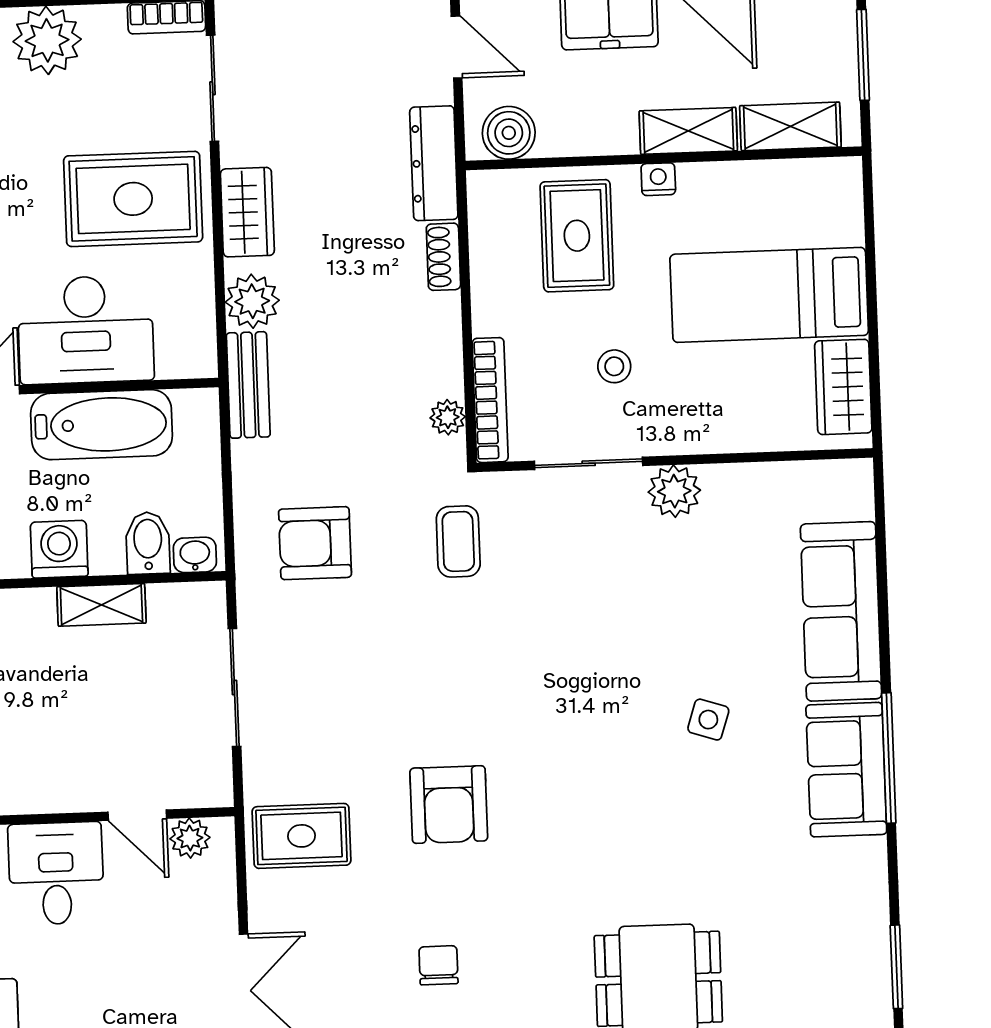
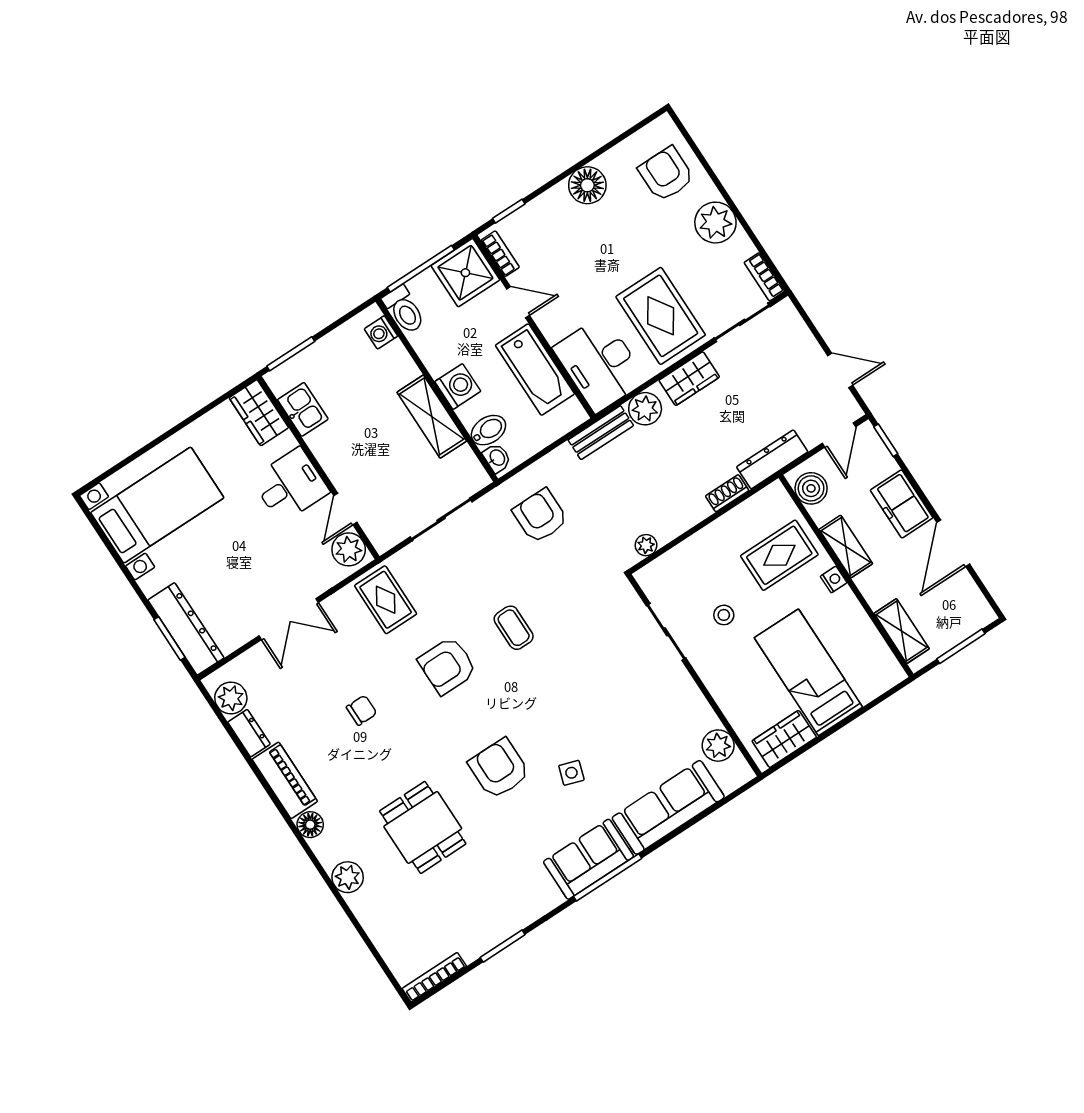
shelving: (688, 131) -> (846, 547), moved
desk: (86, 330) -> (600, 364), moved
bookcase: (490, 400) -> (668, 562), removed
plant: (674, 491) -> (718, 746), moved
coffee table: (458, 541) -> (514, 628), moved, turned 90
shelving: (101, 605) -> (432, 417), width x1.50, depth x1.33
armchair: (640, 819) -> (499, 769), added
plant: (190, 838) -> (349, 549), width x1.38, depth x1.38

